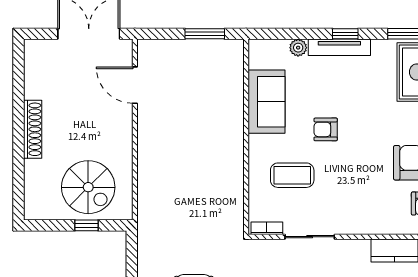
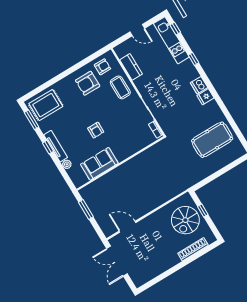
door: (135, 85) -> (127, 227), swing flipped
shoe rack: (33, 129) -> (193, 249), moved
coffee table: (292, 175) -> (120, 87), moved
spiral stairs: (88, 187) -> (185, 220), turned 180

